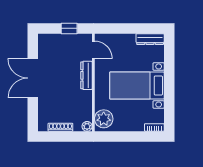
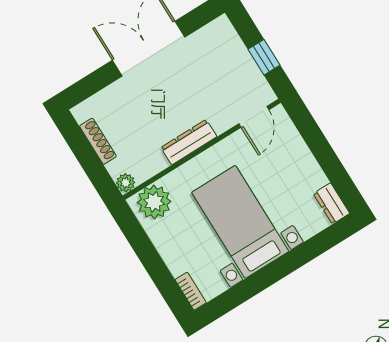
dresser: (150, 39) -> (332, 203), width x0.70
dresser: (86, 75) -> (189, 142), moved

